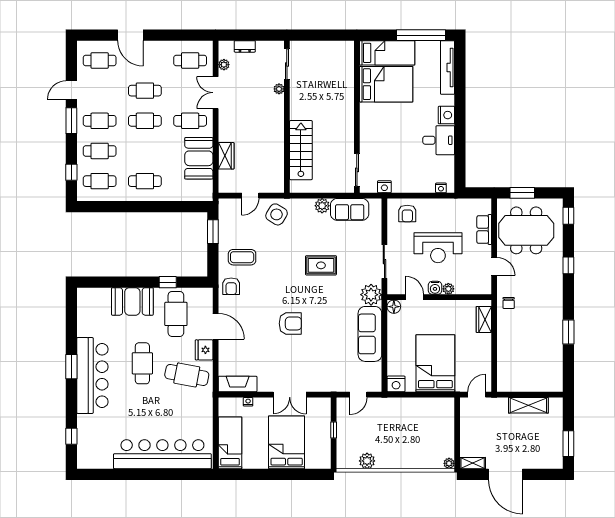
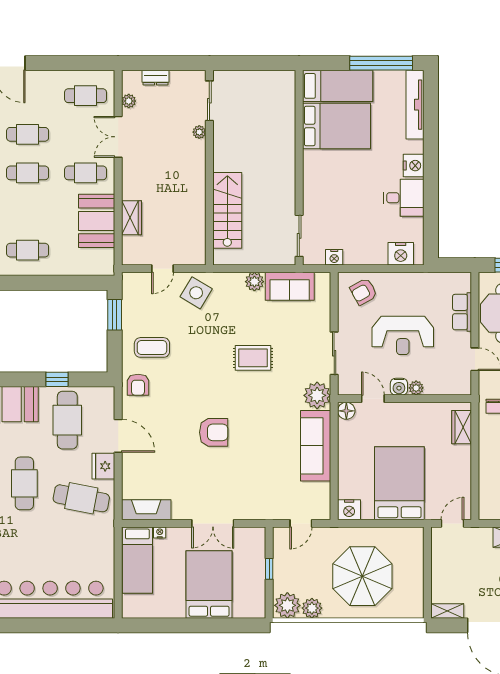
nightstand: (441, 188) -> (401, 254), width x1.89, depth x1.79
armchair: (407, 214) -> (364, 292), turned 61
parasol: (406, 436) -> (362, 576), added
bed: (230, 443) -> (137, 560), moved, turned 180
plant: (449, 463) -> (287, 605), moved, width x1.88, depth x1.88

